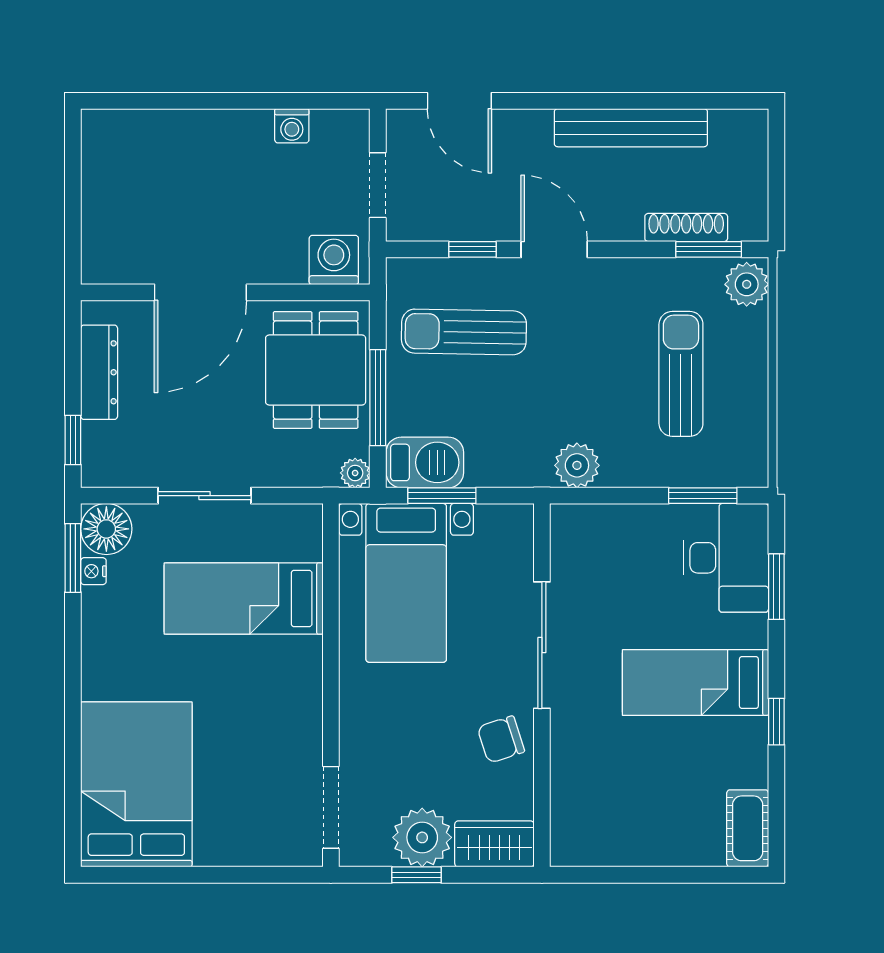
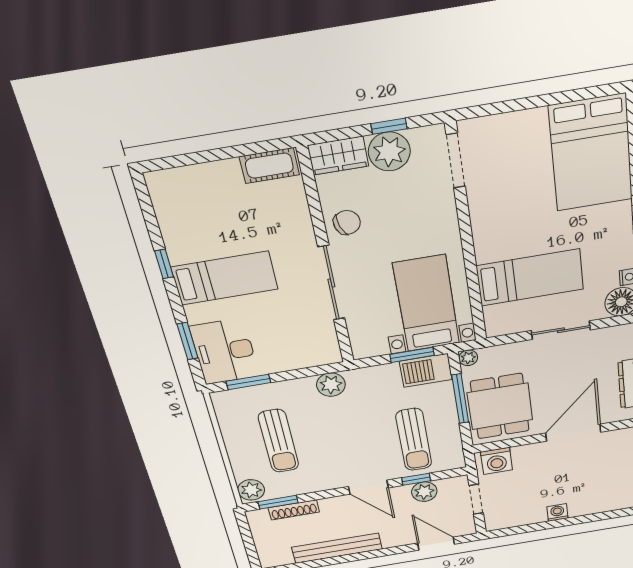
washing machine: (292, 126) -> (557, 512), moved
plant: (463, 220) -> (424, 492), added
sun lounger: (464, 332) -> (414, 440), turned 89
cot: (748, 828) -> (269, 166), moved, turned 90

